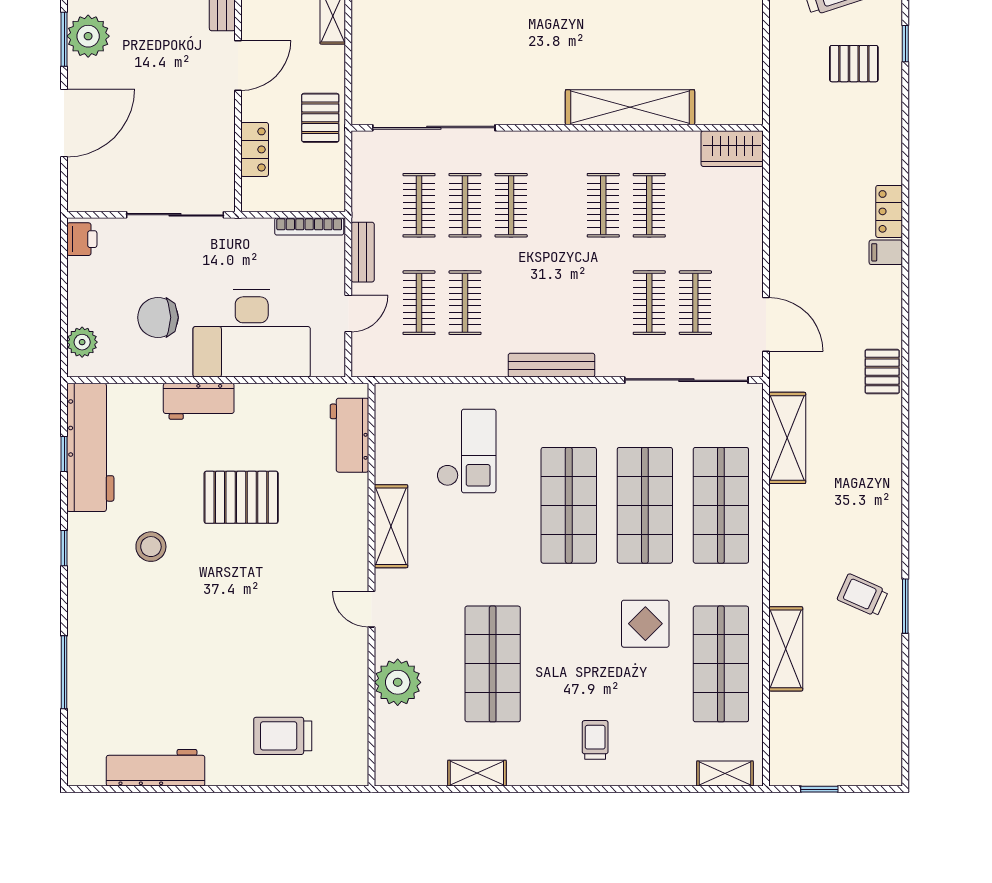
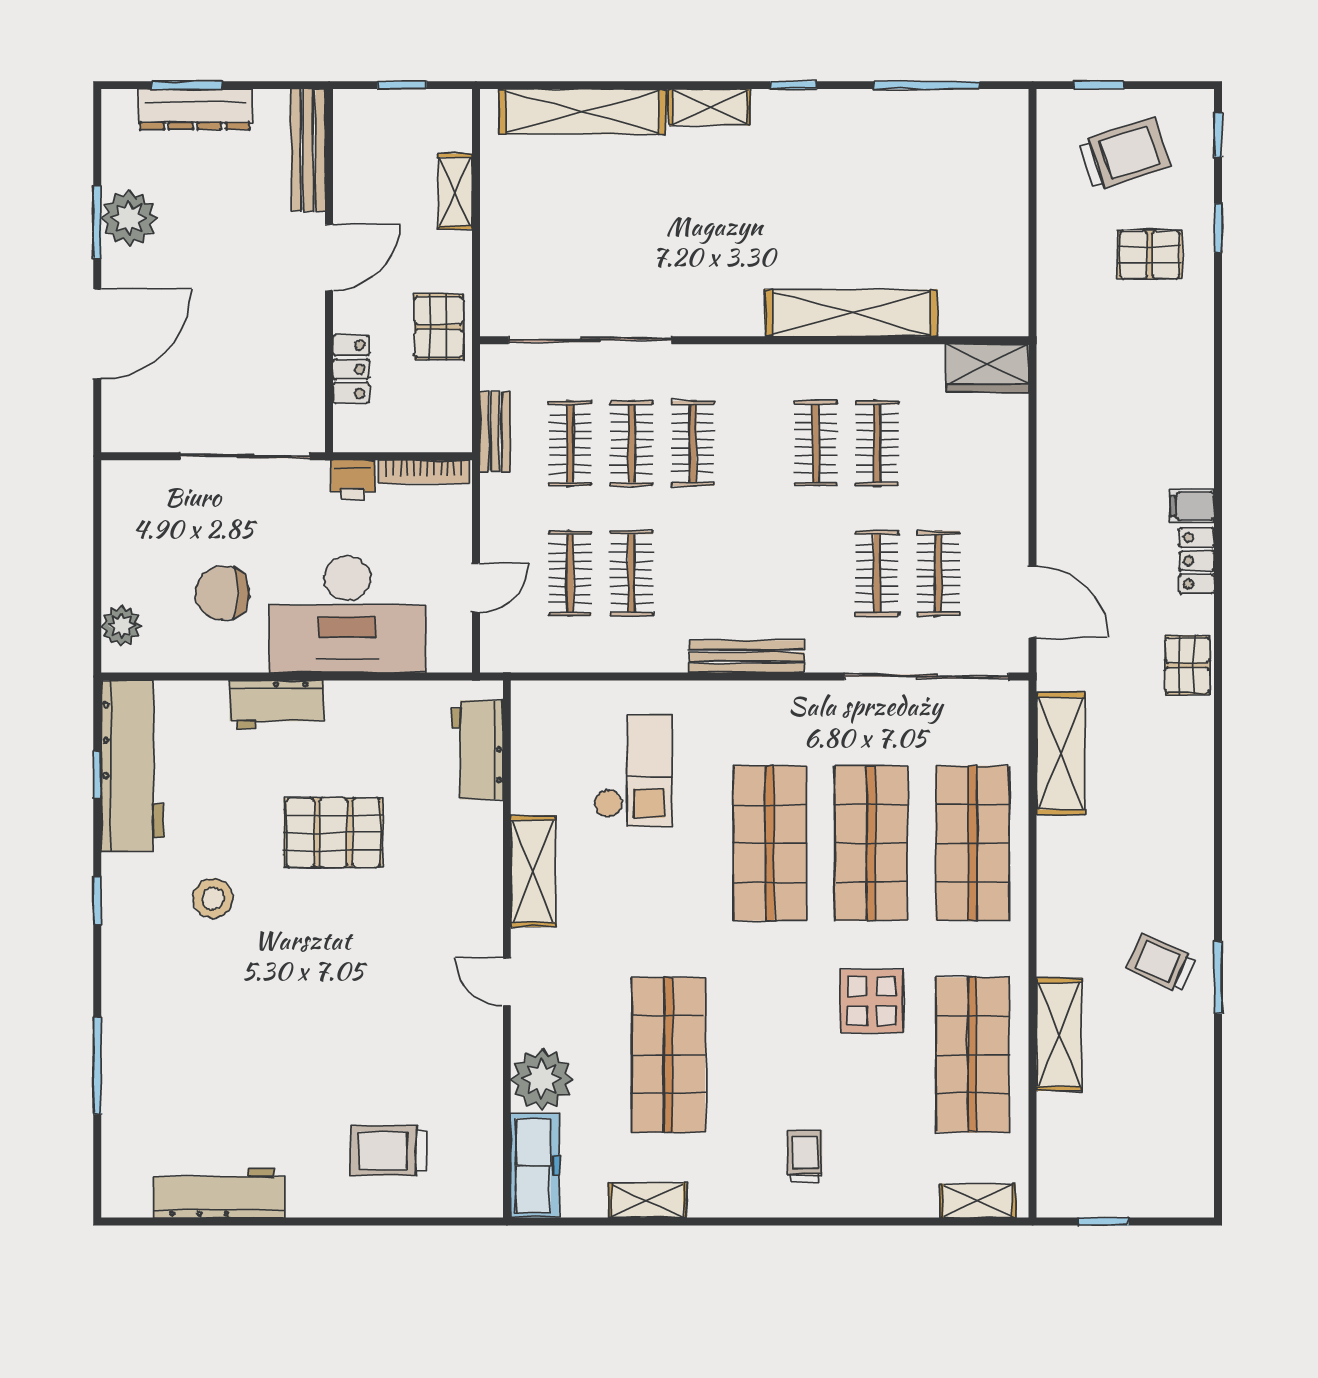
locker: (889, 211) -> (1197, 561), moved
printer: (82, 239) -> (353, 480), moved, turned 90
bench: (363, 252) -> (495, 432), moved
freezer: (393, 747) -> (535, 1165), added

